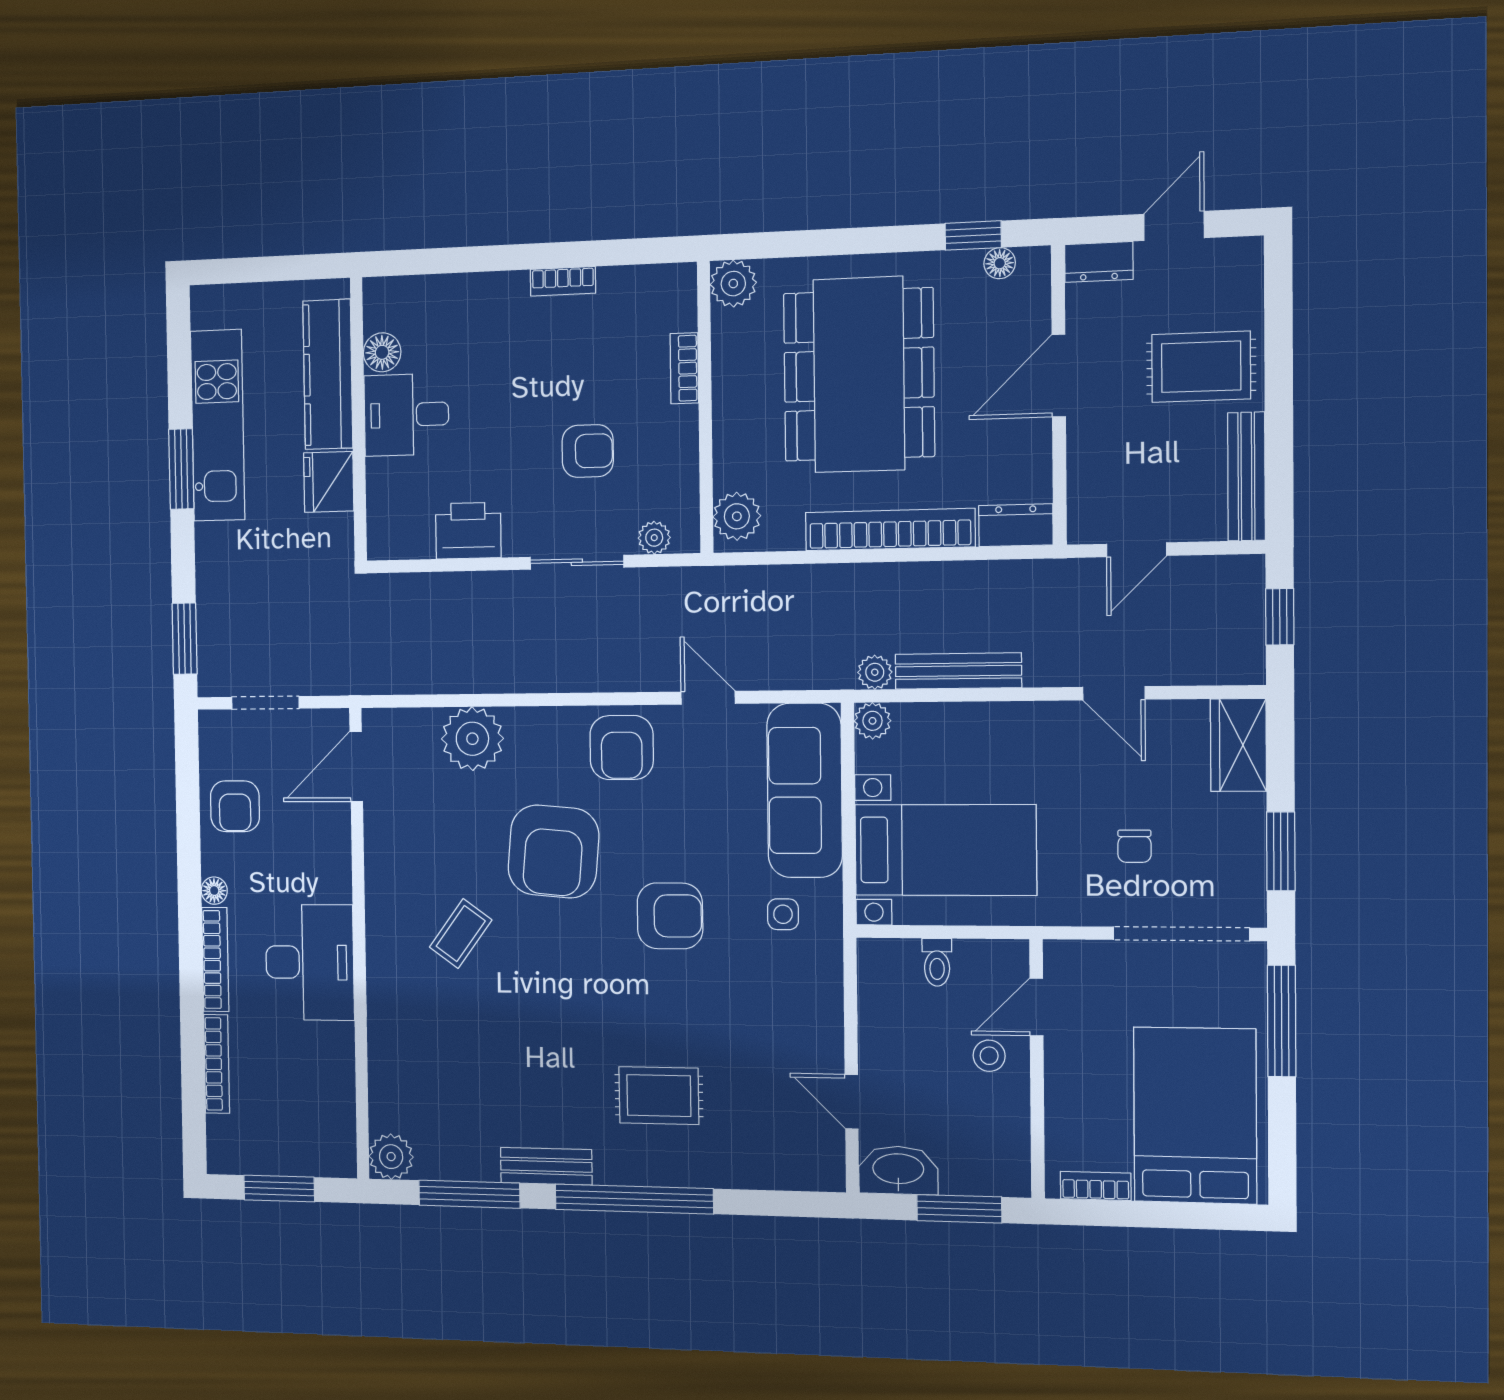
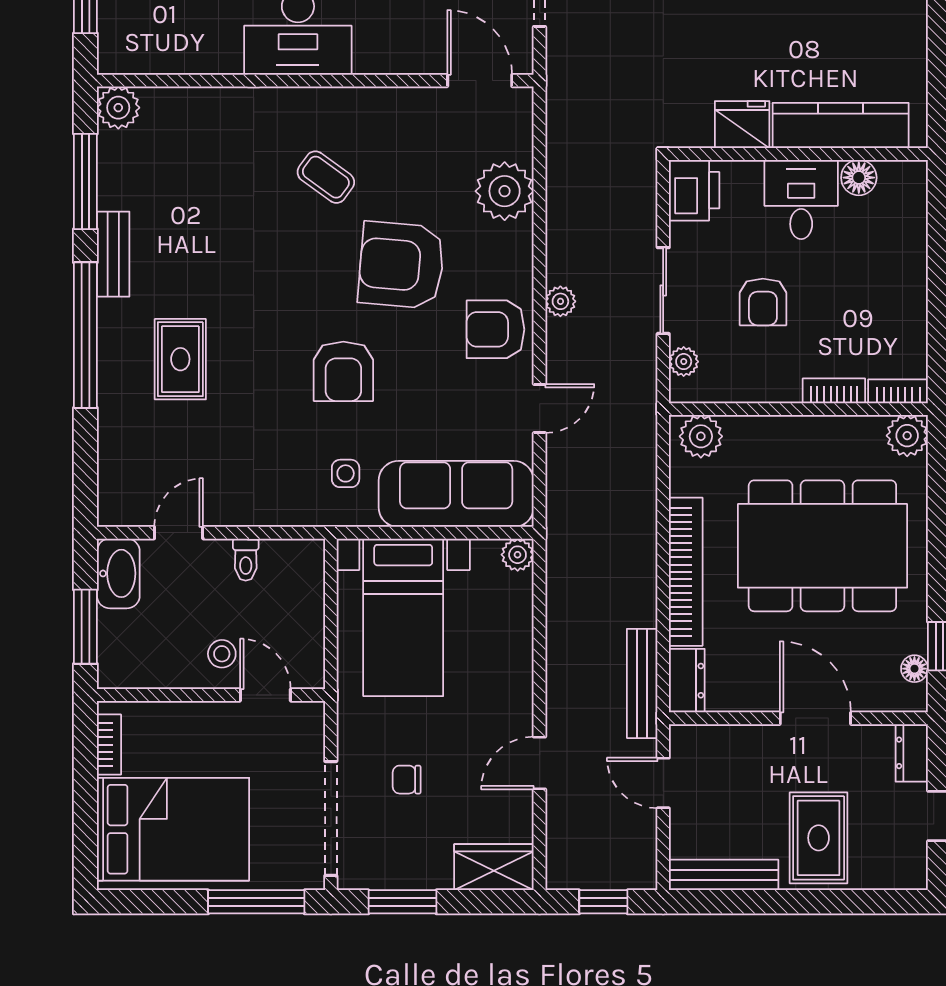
bookcase: (563, 281) -> (898, 391), moved, turned 90
floor lamp: (382, 352) -> (859, 178), moved
kitchen counter: (328, 374) -> (841, 126), moved
desk: (406, 415) -> (801, 199), moved
wall: (358, 419) -> (798, 154), moved
fridge: (329, 482) -> (742, 125), moved
bench: (958, 671) -> (642, 683), moved
plant: (875, 672) -> (560, 301), moved
toilet: (937, 962) -> (246, 560), moved, turned -90

